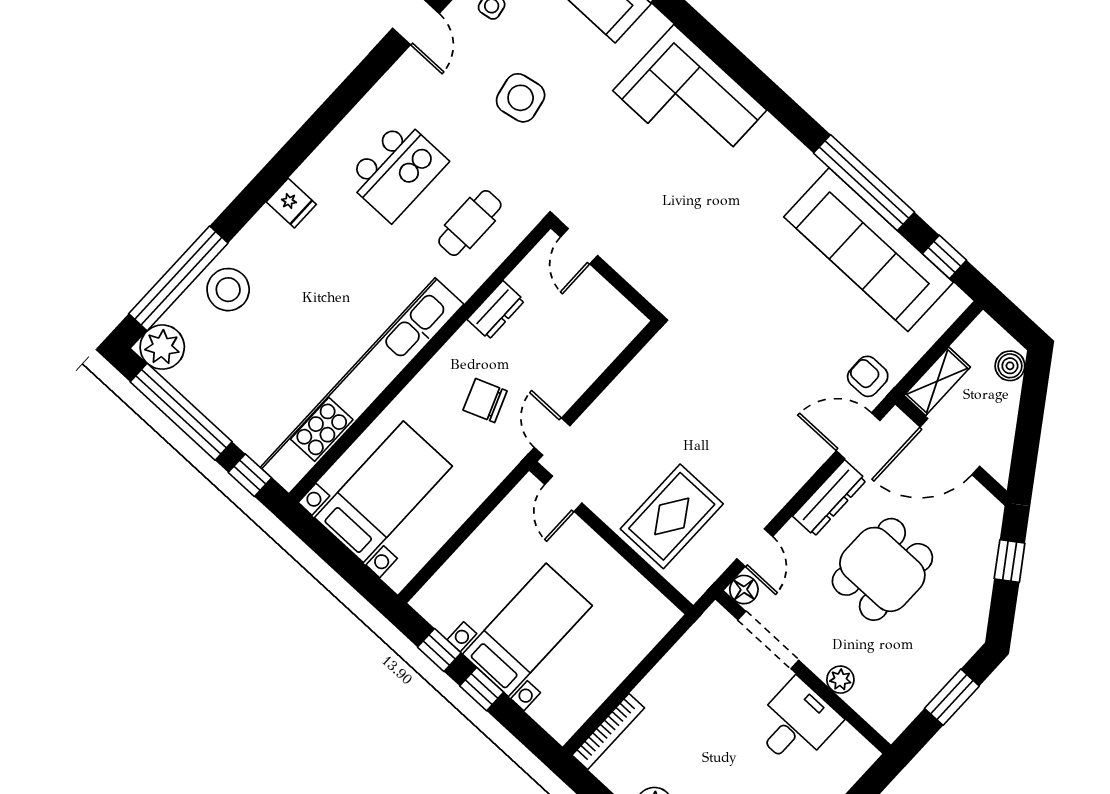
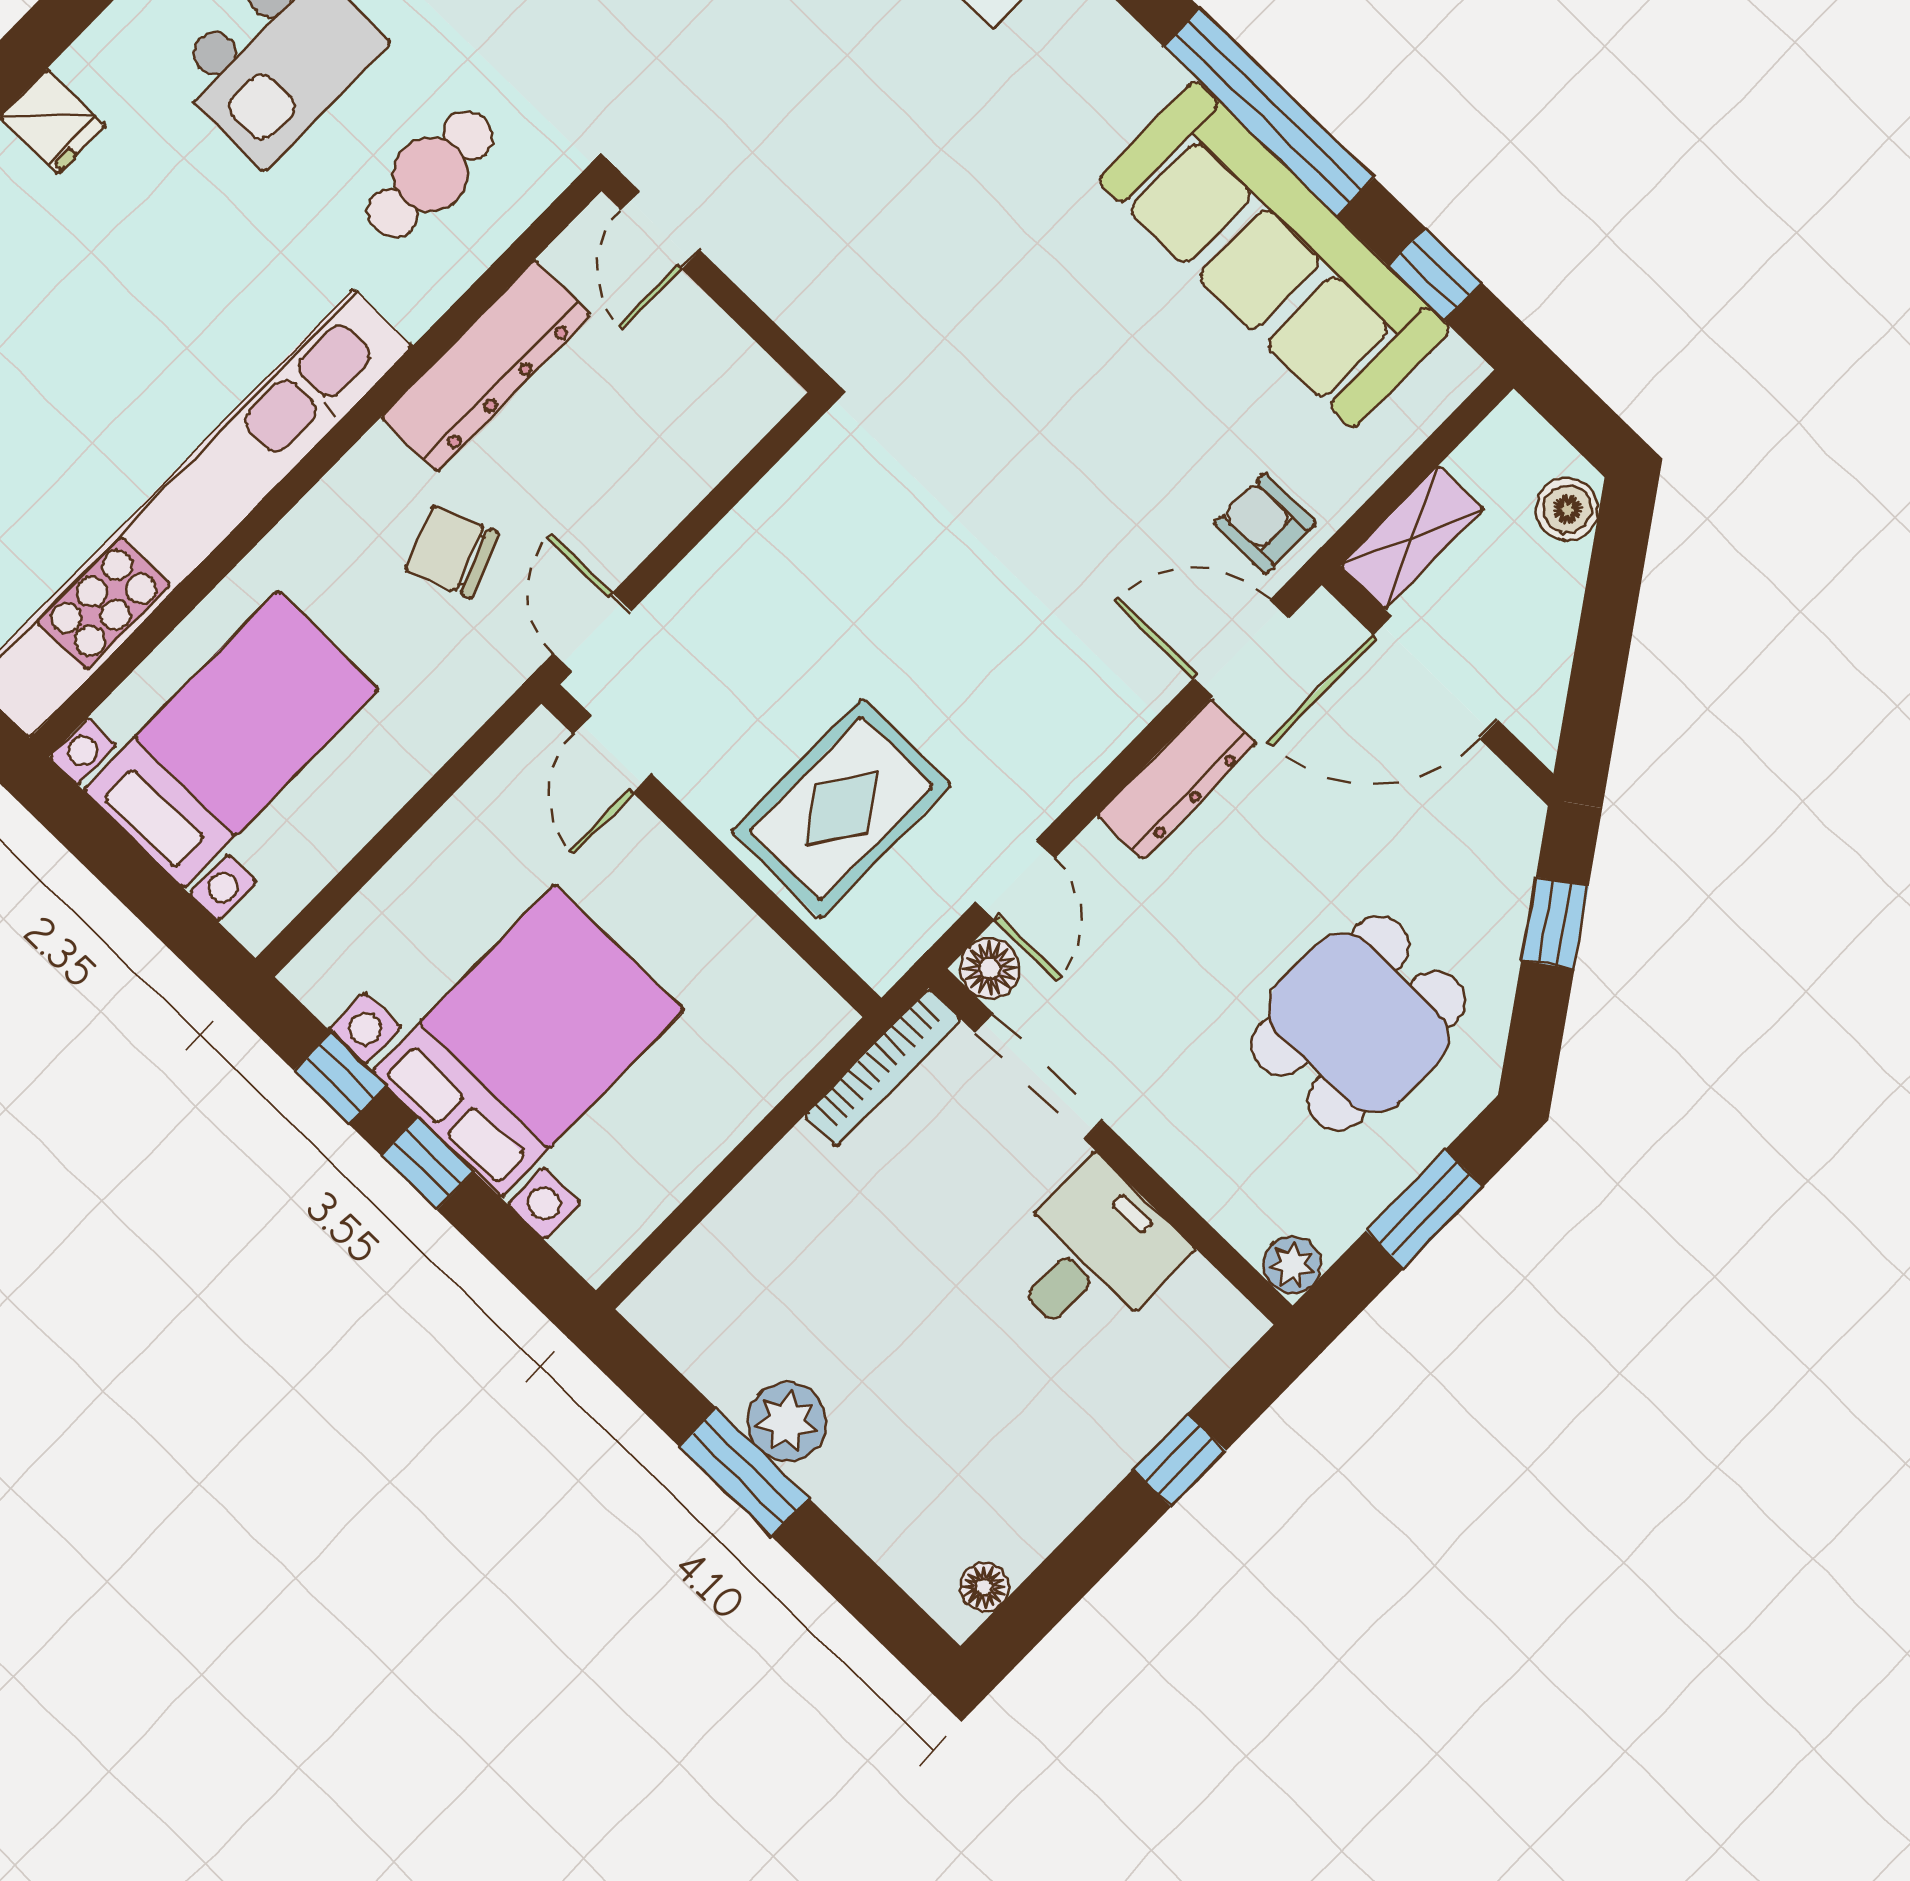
dresser: (496, 310) -> (486, 366), width x1.96, depth x1.24
dining table: (882, 569) -> (1358, 1023), moved
bed with nightstands: (527, 630) -> (528, 1041), width x1.36
plant: (840, 680) -> (1292, 1265), moved
bookcase: (608, 732) -> (883, 1068), moved

